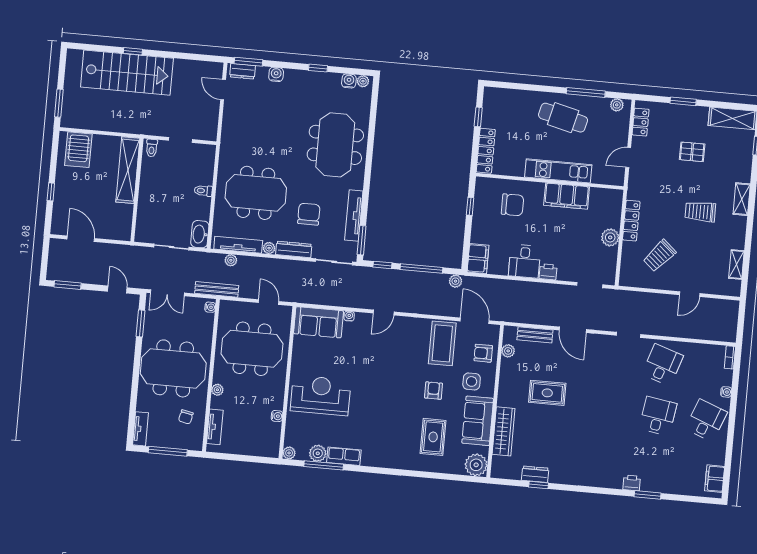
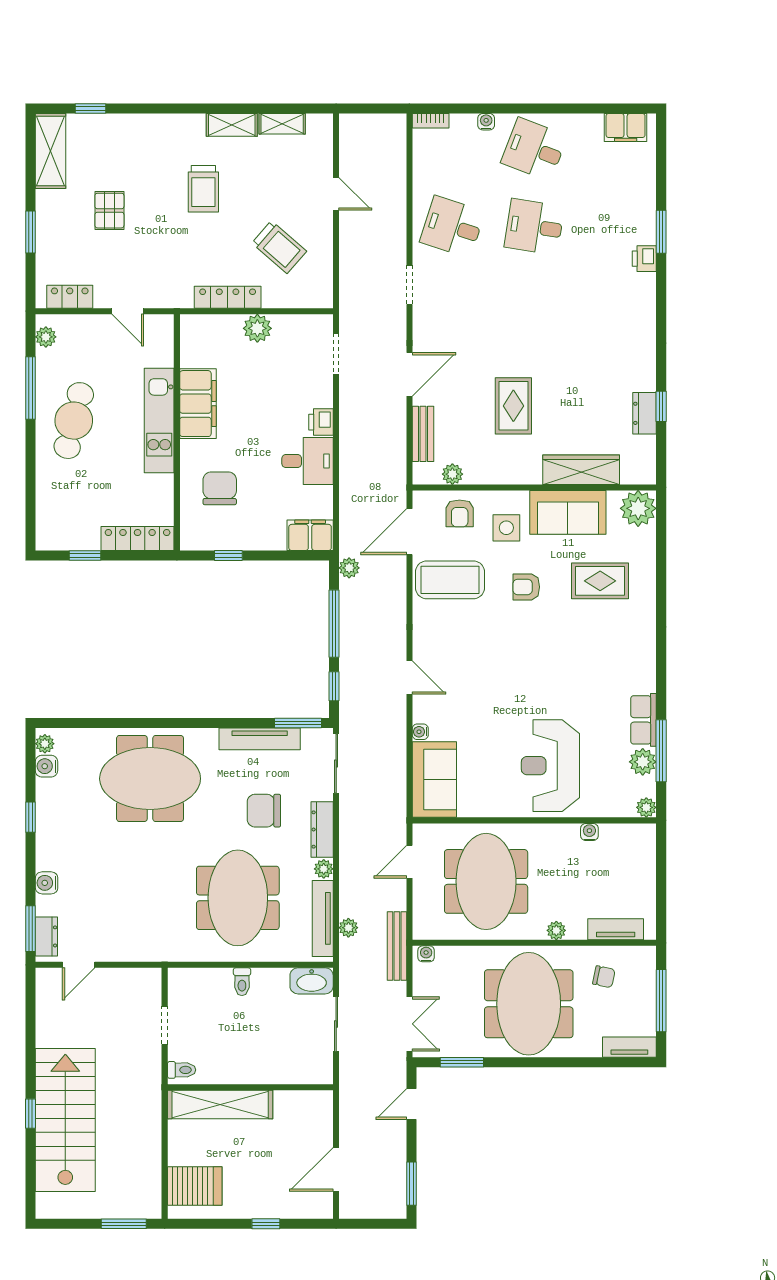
shelving: (742, 199) -> (232, 125), moved

